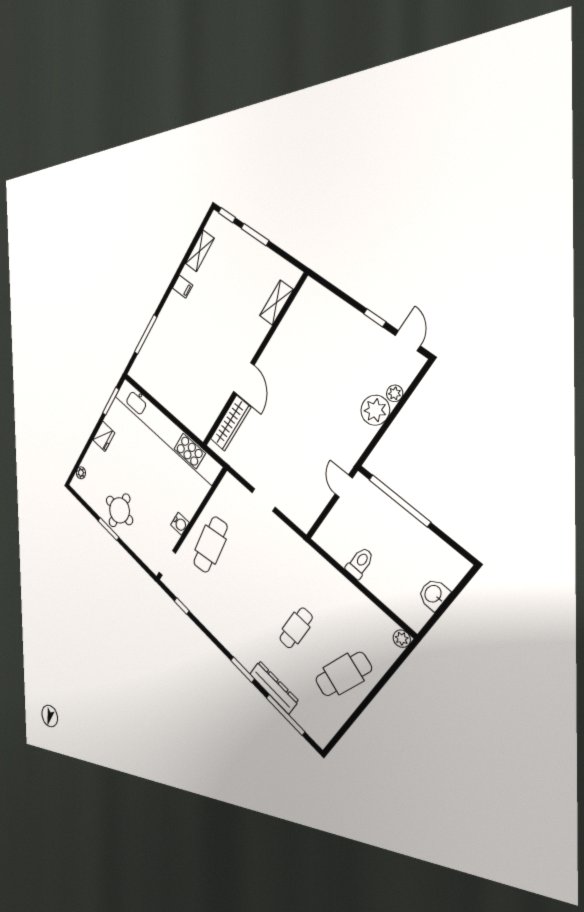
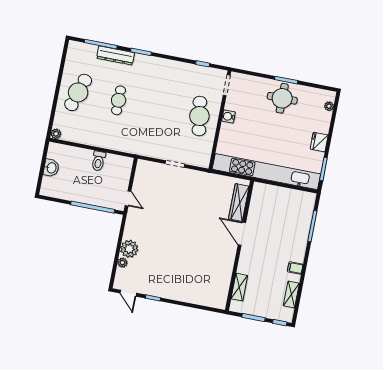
shelving: (276, 303) -> (239, 287), moved
wall: (253, 363) -> (239, 246), moved
door: (244, 378) -> (242, 234), moved
wardrobe: (231, 423) -> (239, 203), moved

